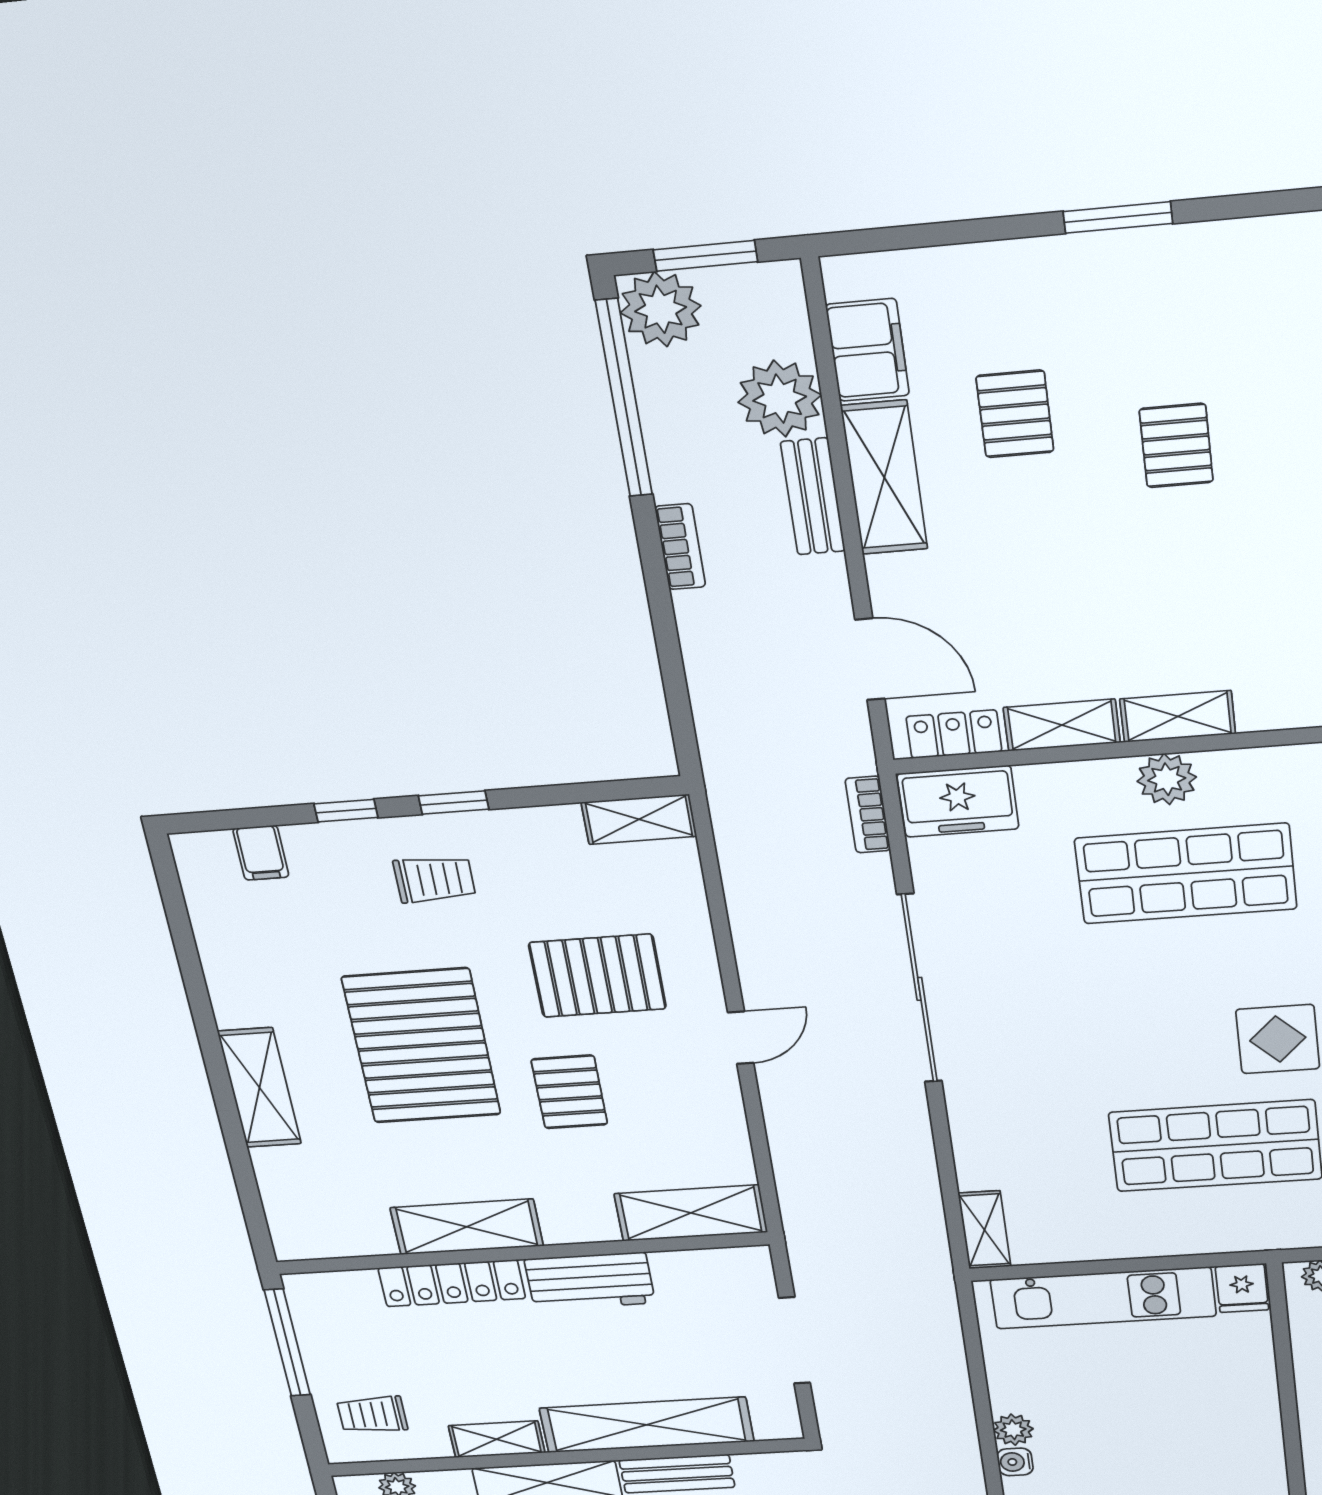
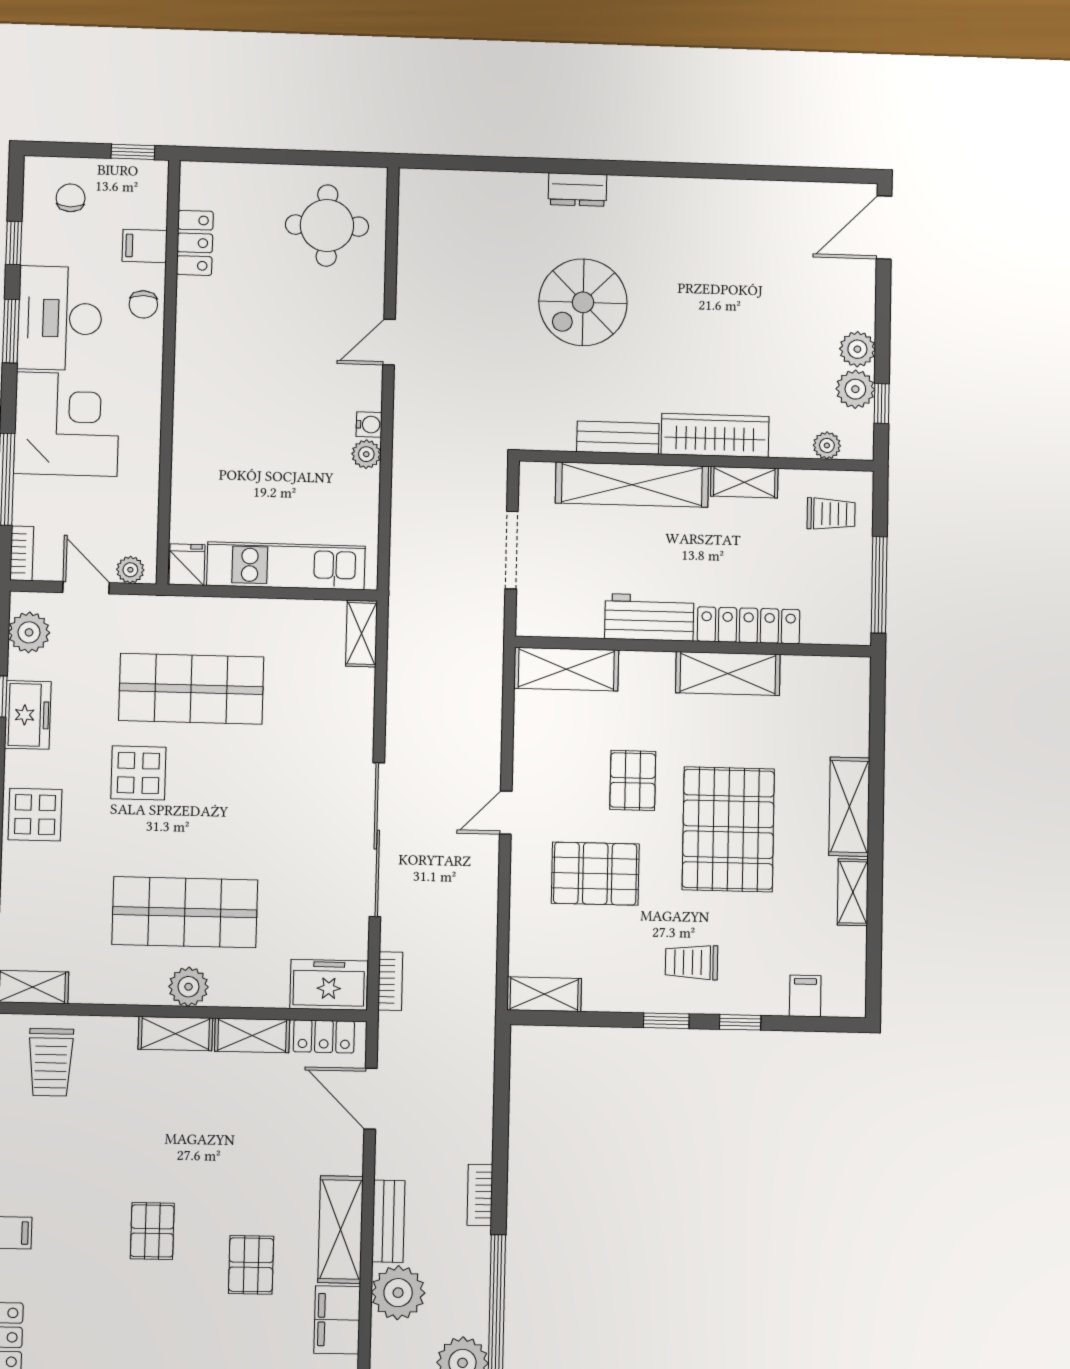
shelving: (227, 986) -> (853, 892), added

